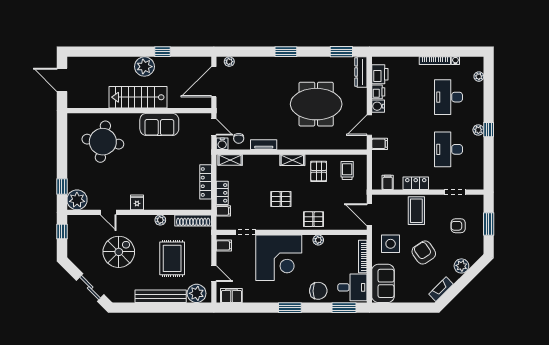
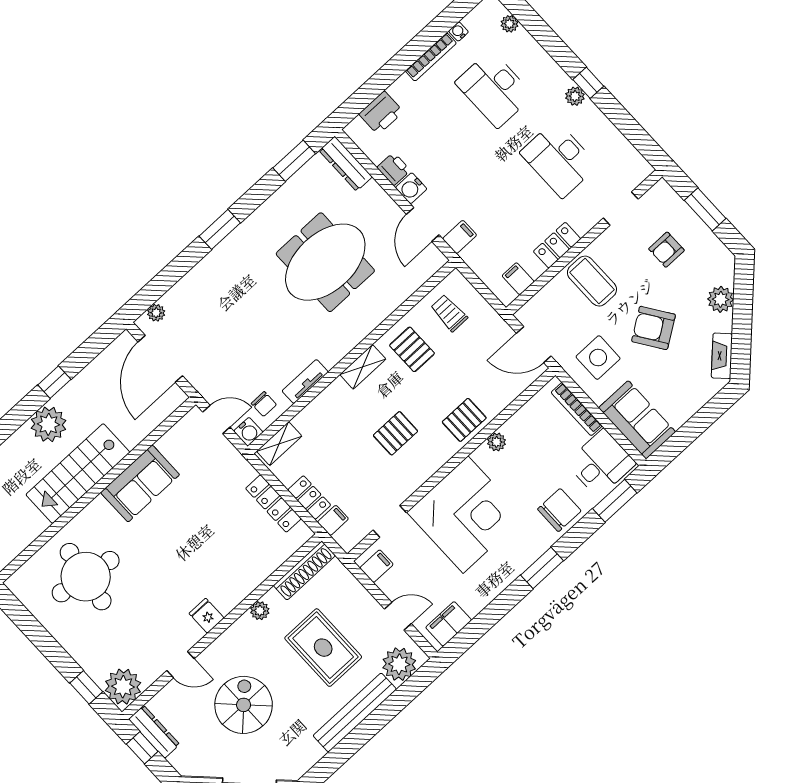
printer: (380, 74) -> (381, 113), moved, turned 90
dresser: (73, 230) -> (154, 732), added

